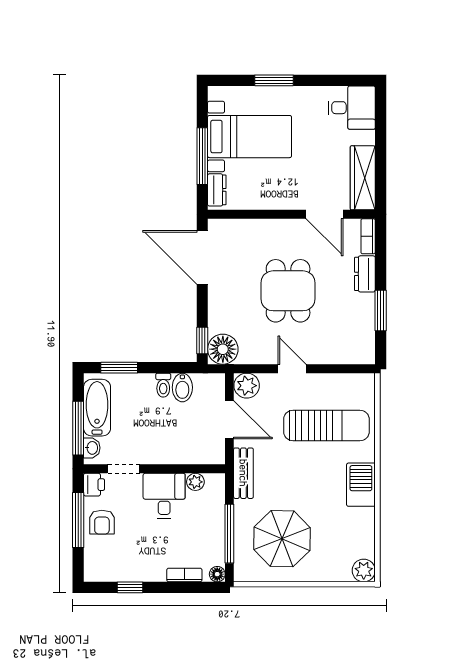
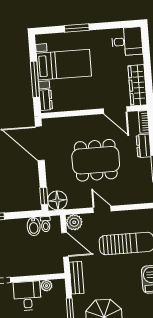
dining table: (288, 291) -> (96, 160), width x1.38
toilet: (163, 385) -> (46, 224), moved

